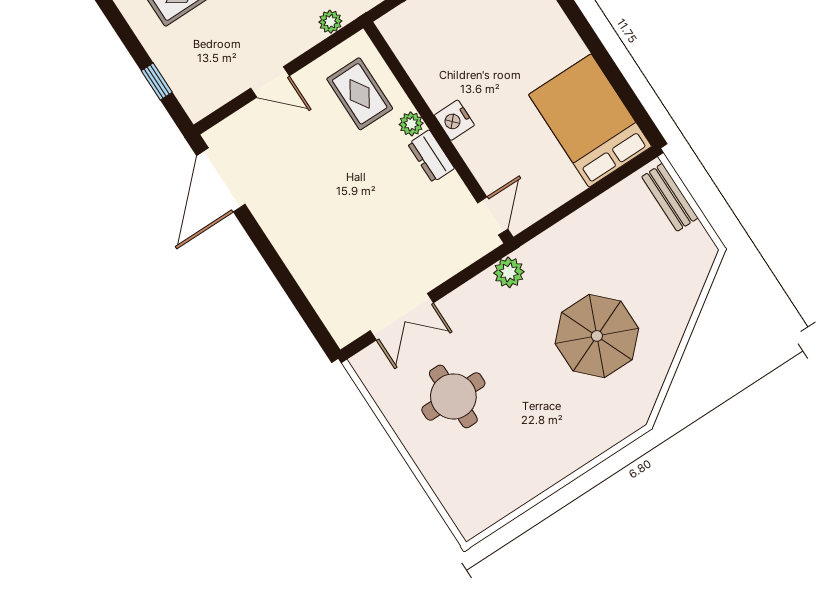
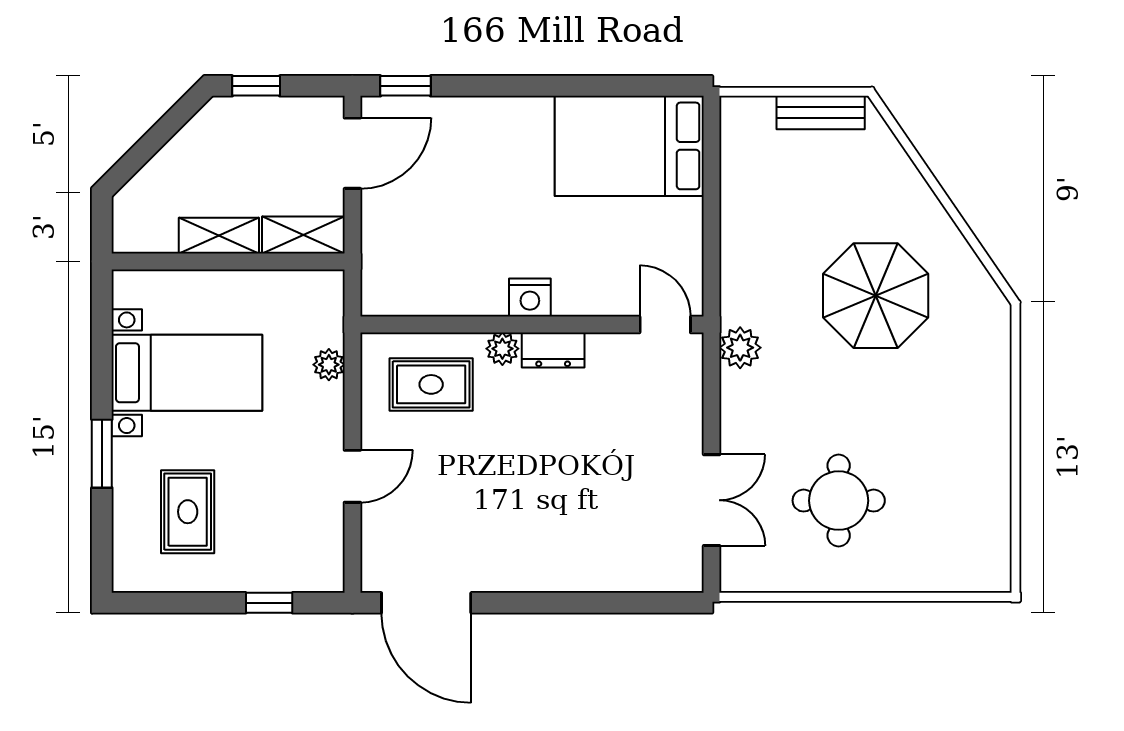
bench: (670, 197) -> (821, 112), moved

